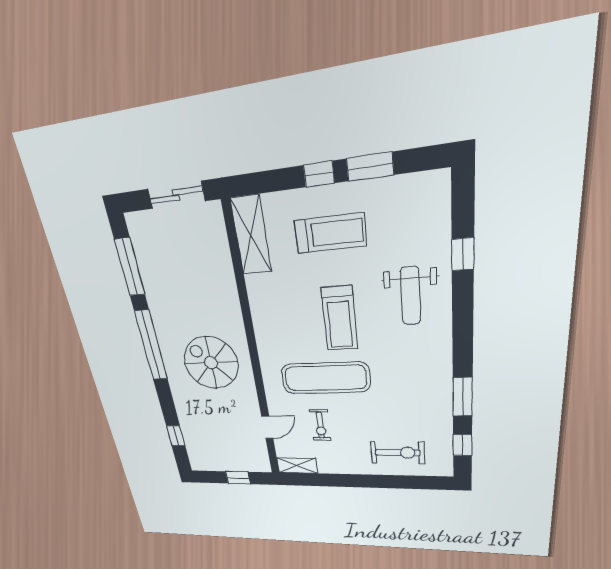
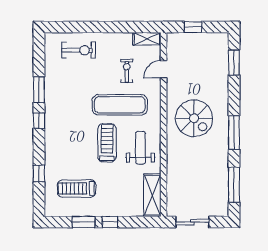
treadmill: (330, 233) -> (77, 189), moved
weight bench: (411, 296) -> (140, 148), moved
window: (151, 346) -> (234, 132), width x0.68
window: (176, 436) -> (234, 63), width x1.50
window: (463, 445) -> (39, 121), moved
exercise bike: (398, 453) -> (78, 50), turned 180

